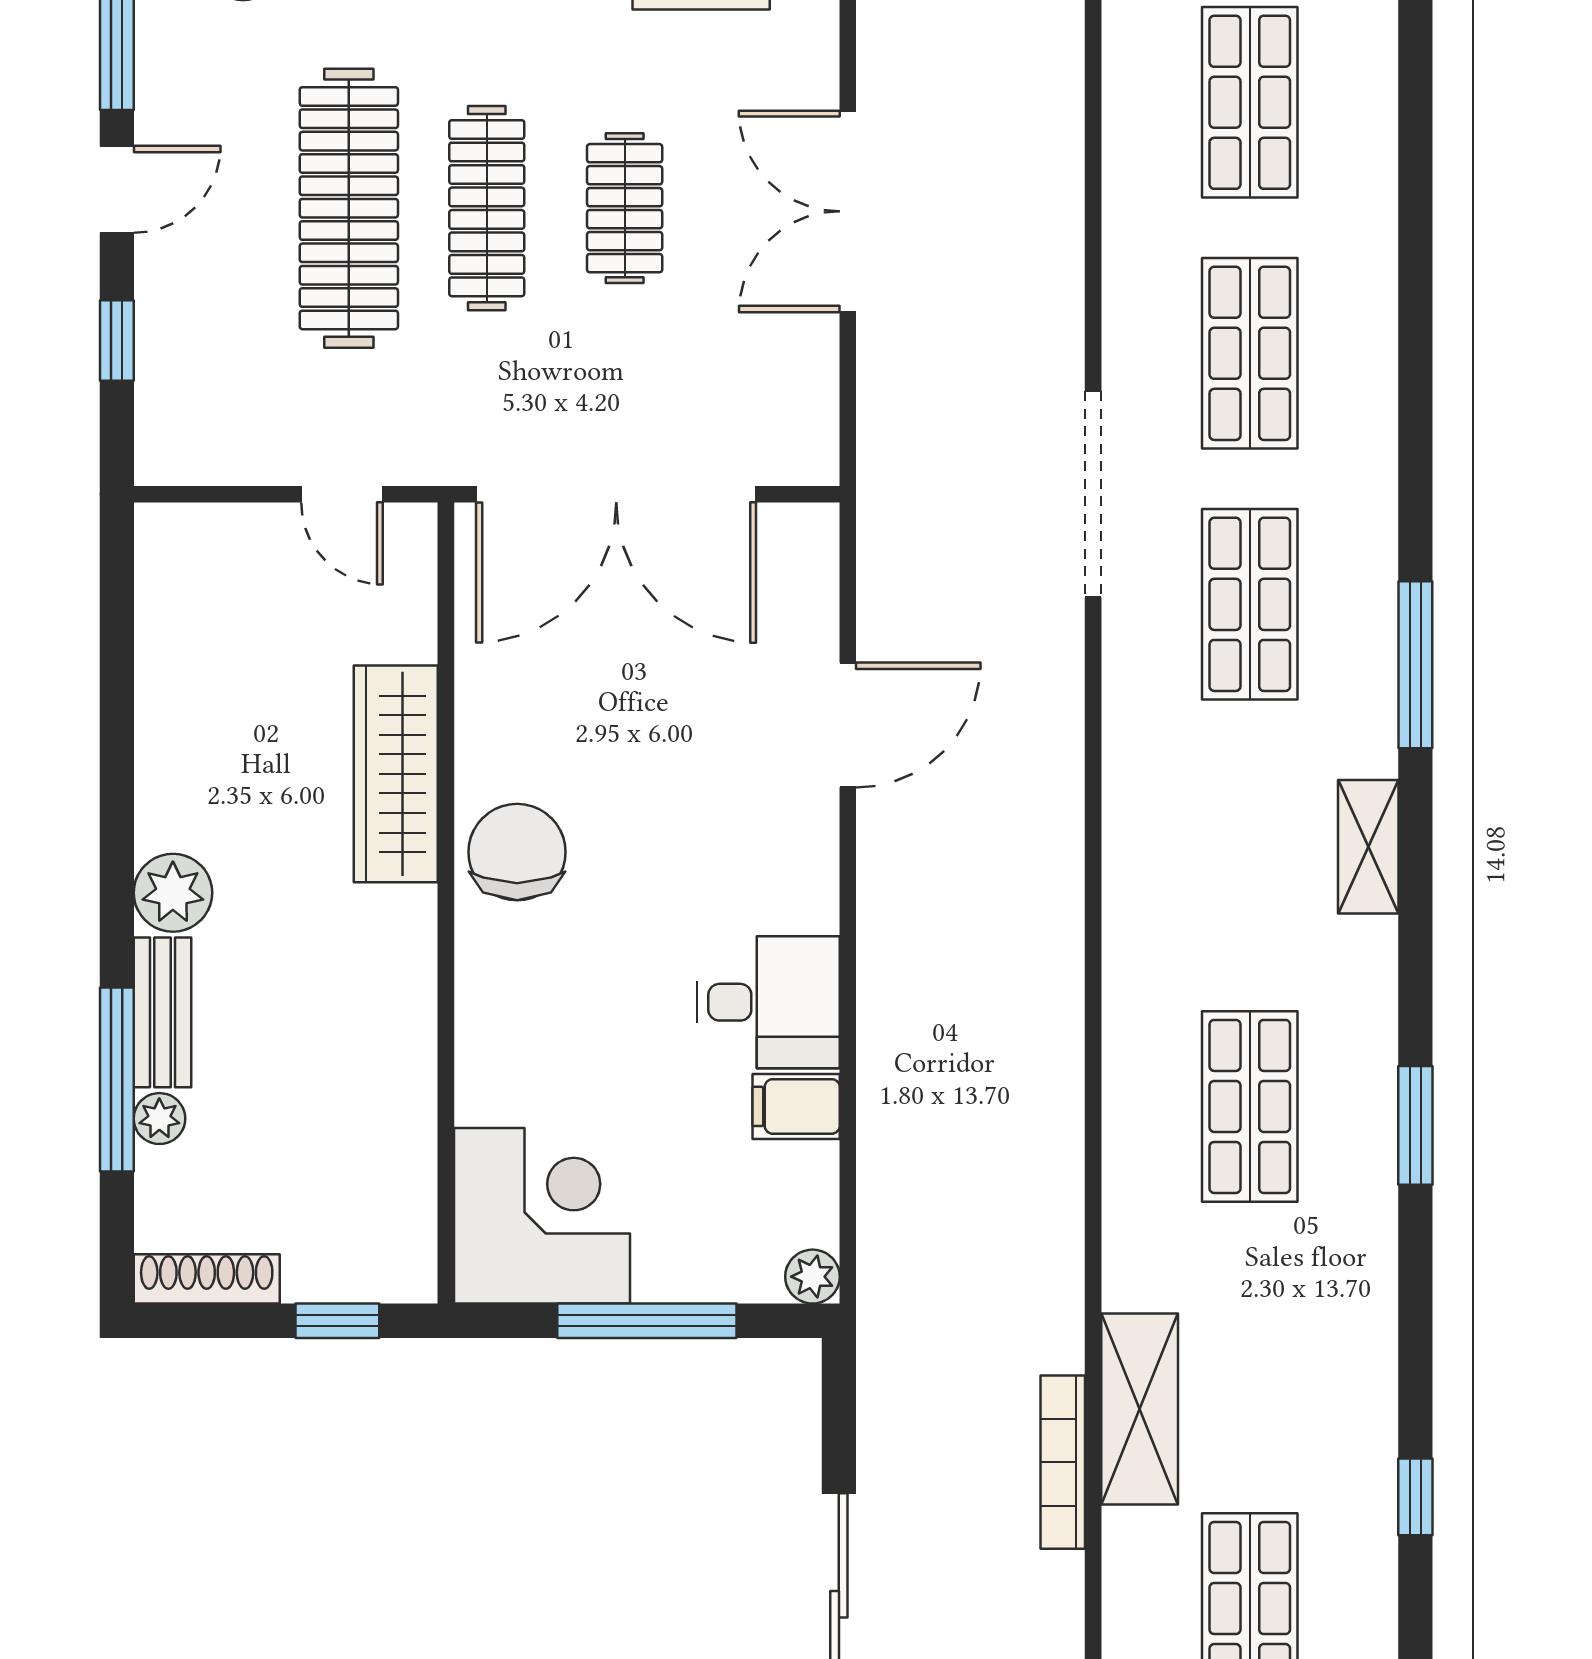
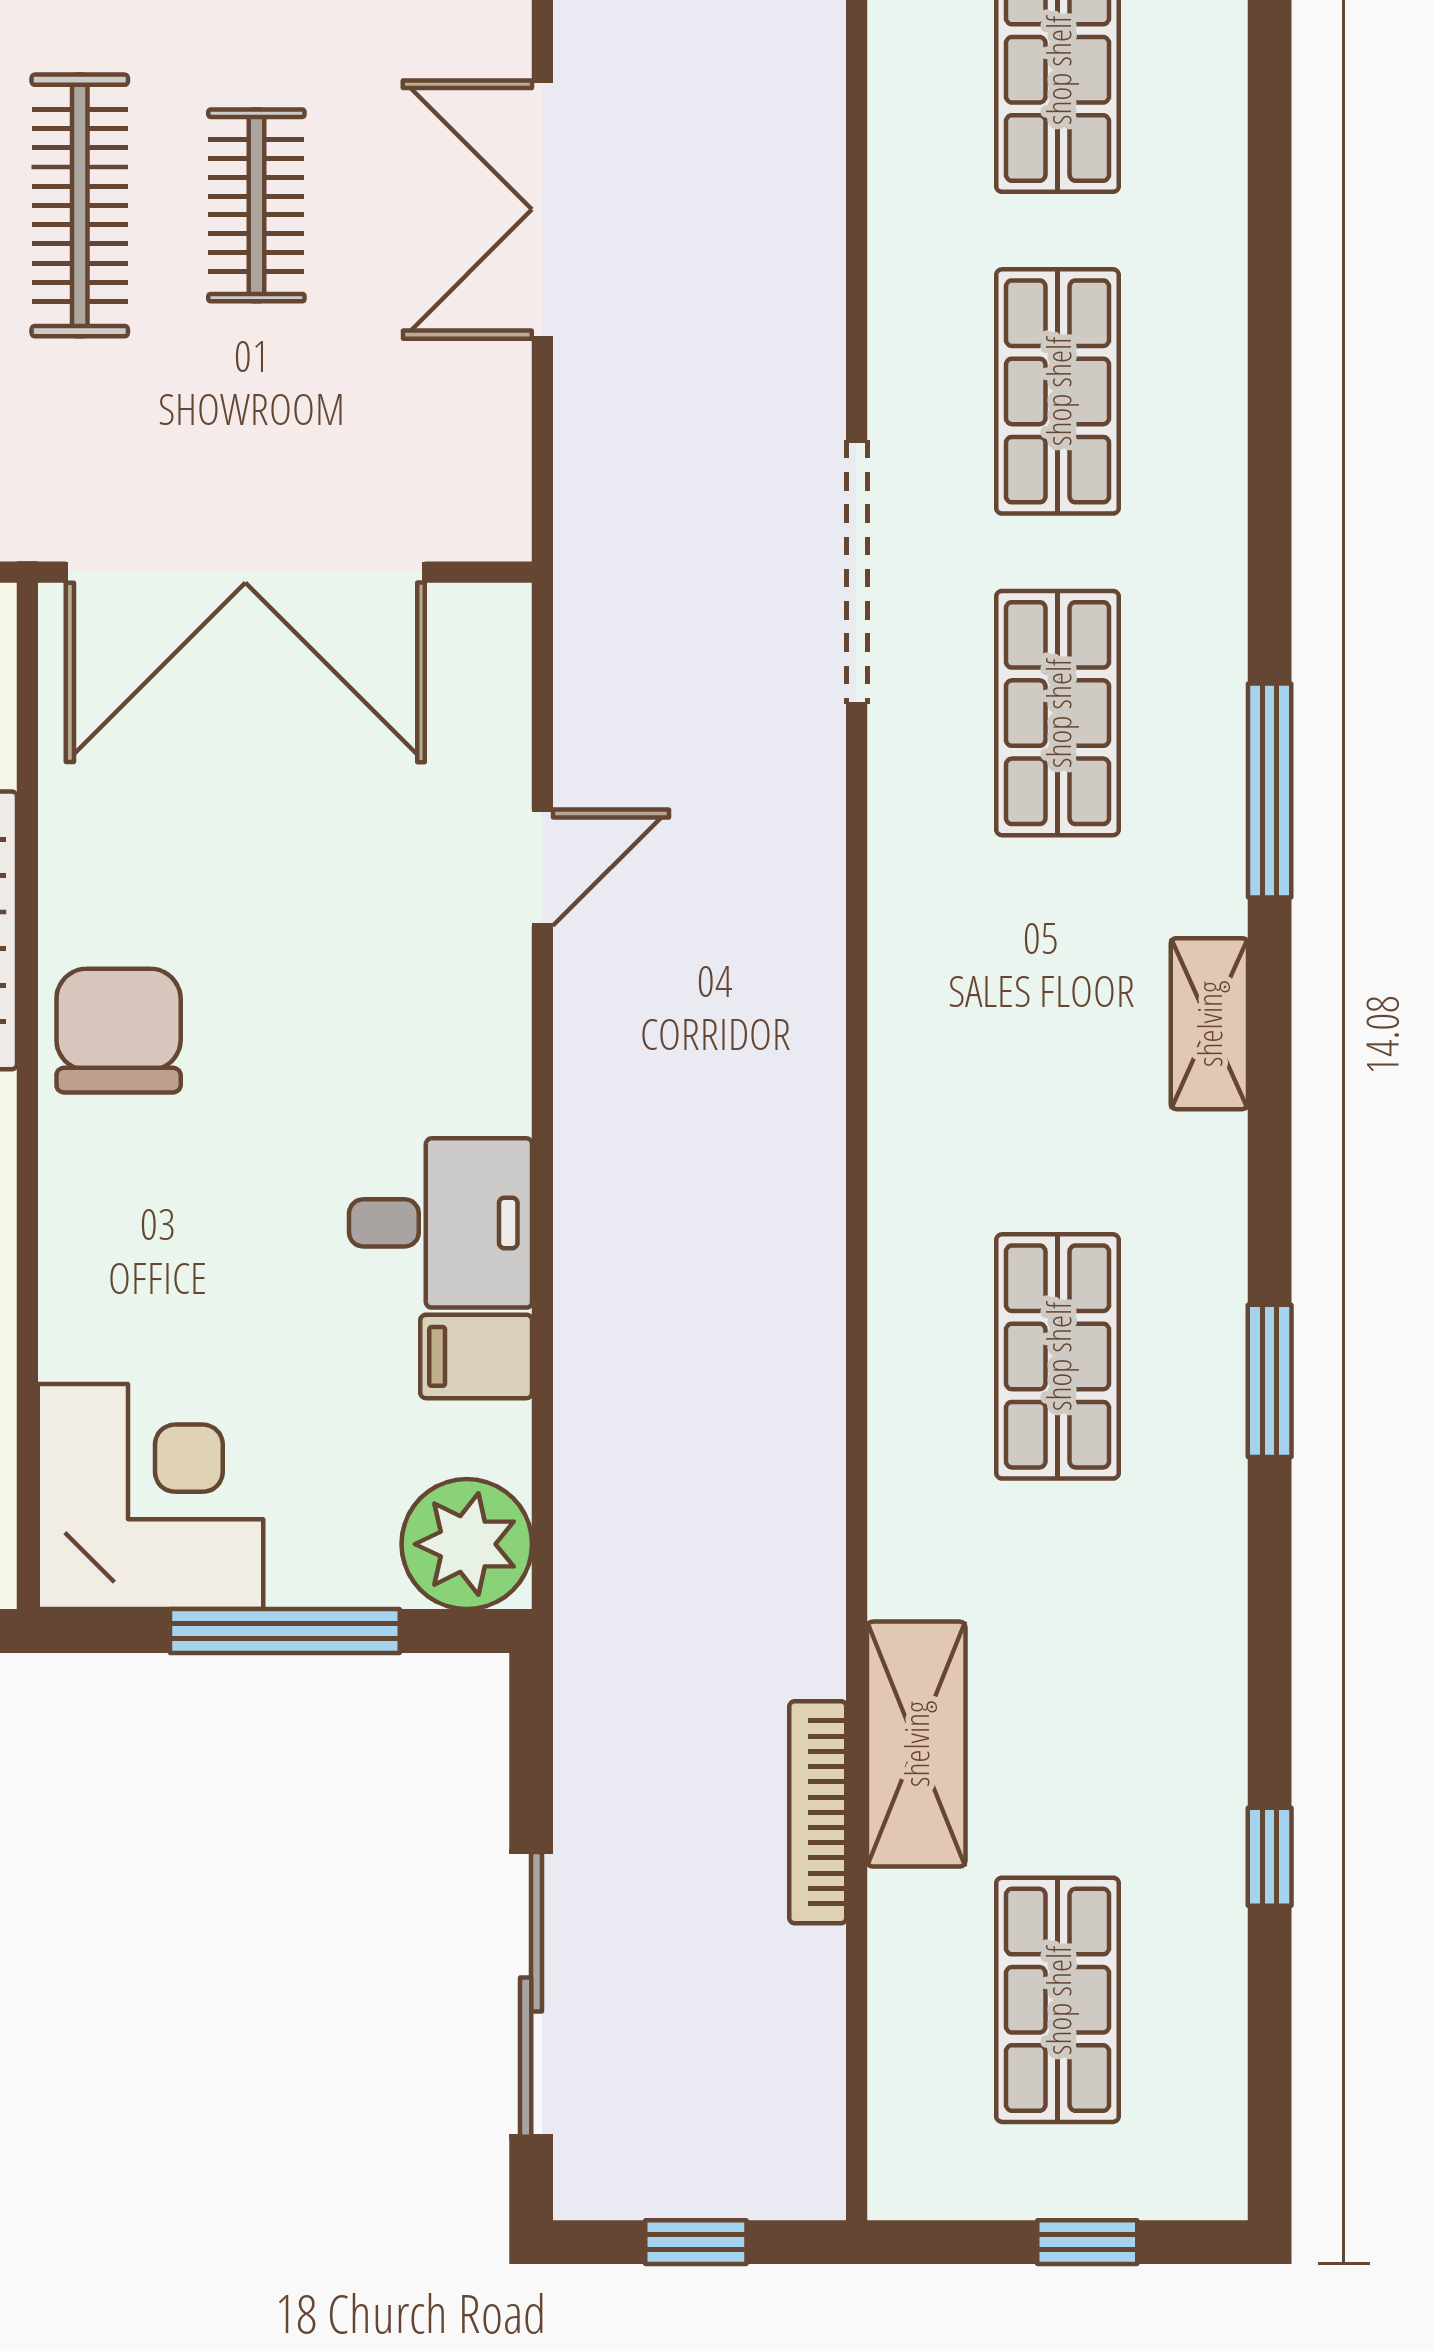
door: (848, 725) -> (542, 868), width x0.73
plant: (813, 1277) -> (467, 1544), width x1.88, depth x1.88

